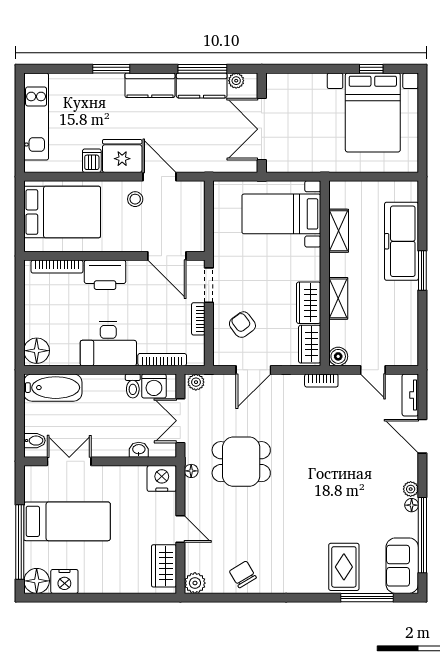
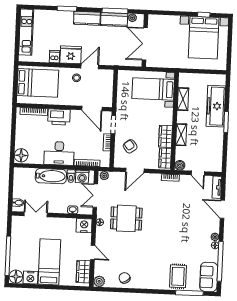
door: (159, 177) -> (90, 67), hinge flipped
bathtub: (53, 388) -> (51, 176), moved
bed: (67, 521) -> (49, 262), moved, turned -90

